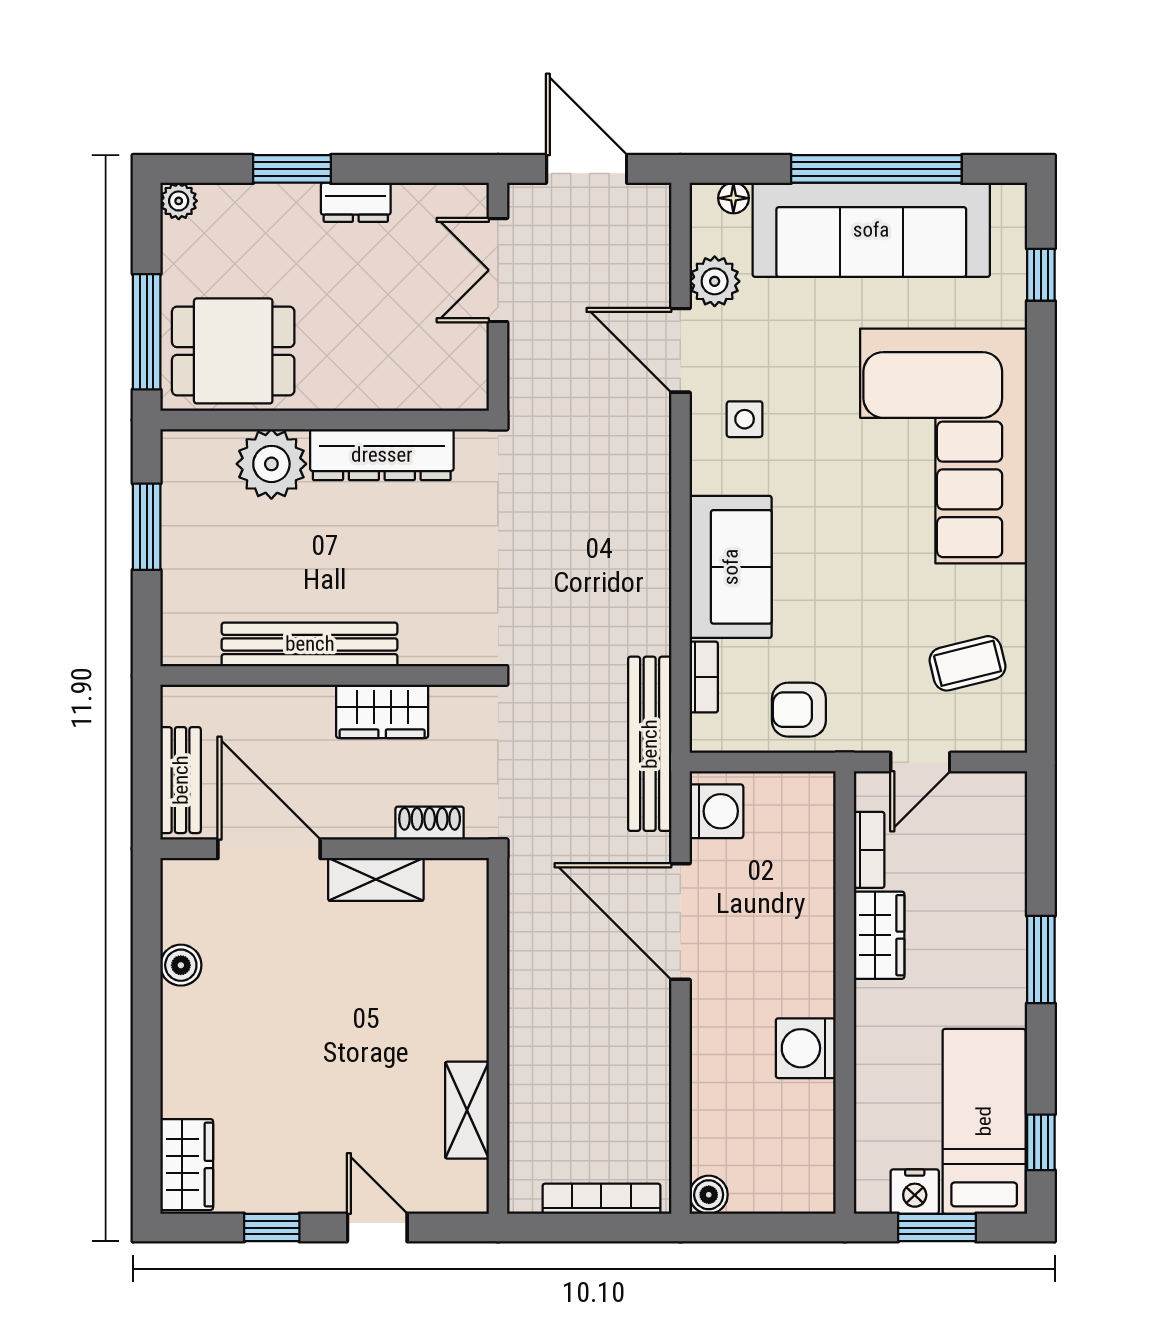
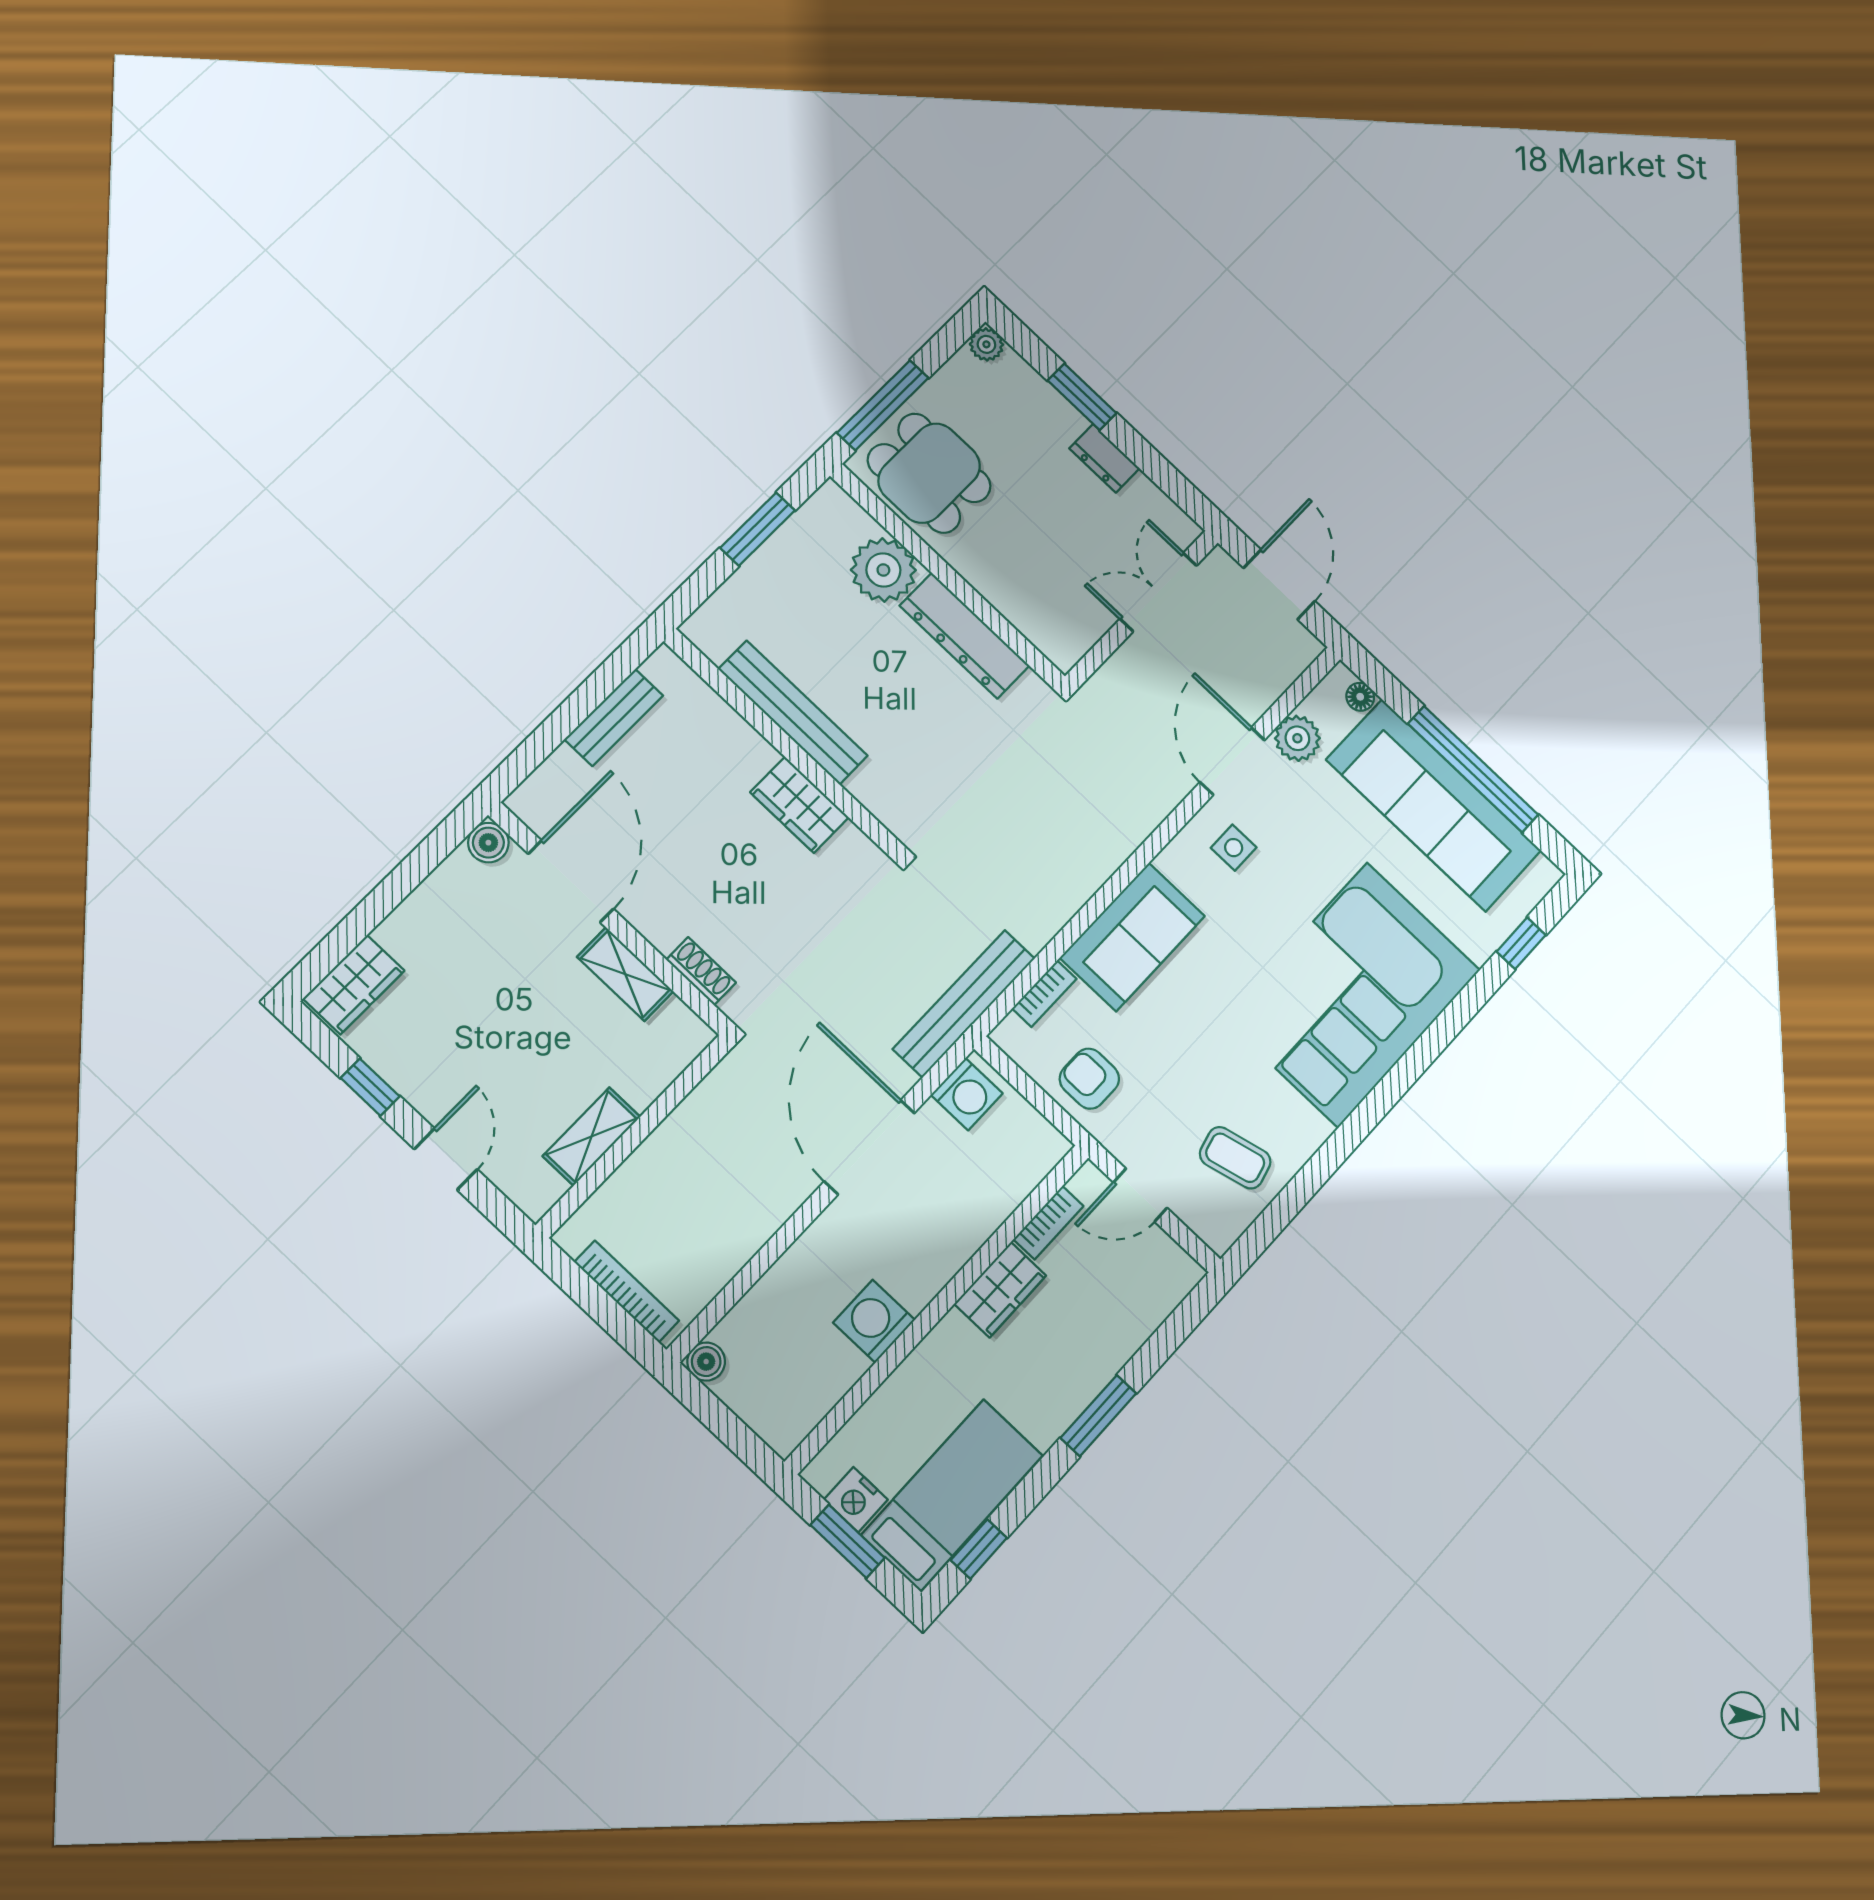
shoe rack: (430, 823) -> (701, 971), moved
door: (269, 849) -> (571, 881), moved
wall: (325, 849) -> (610, 919), moved
shelving: (376, 879) -> (625, 974), moved

